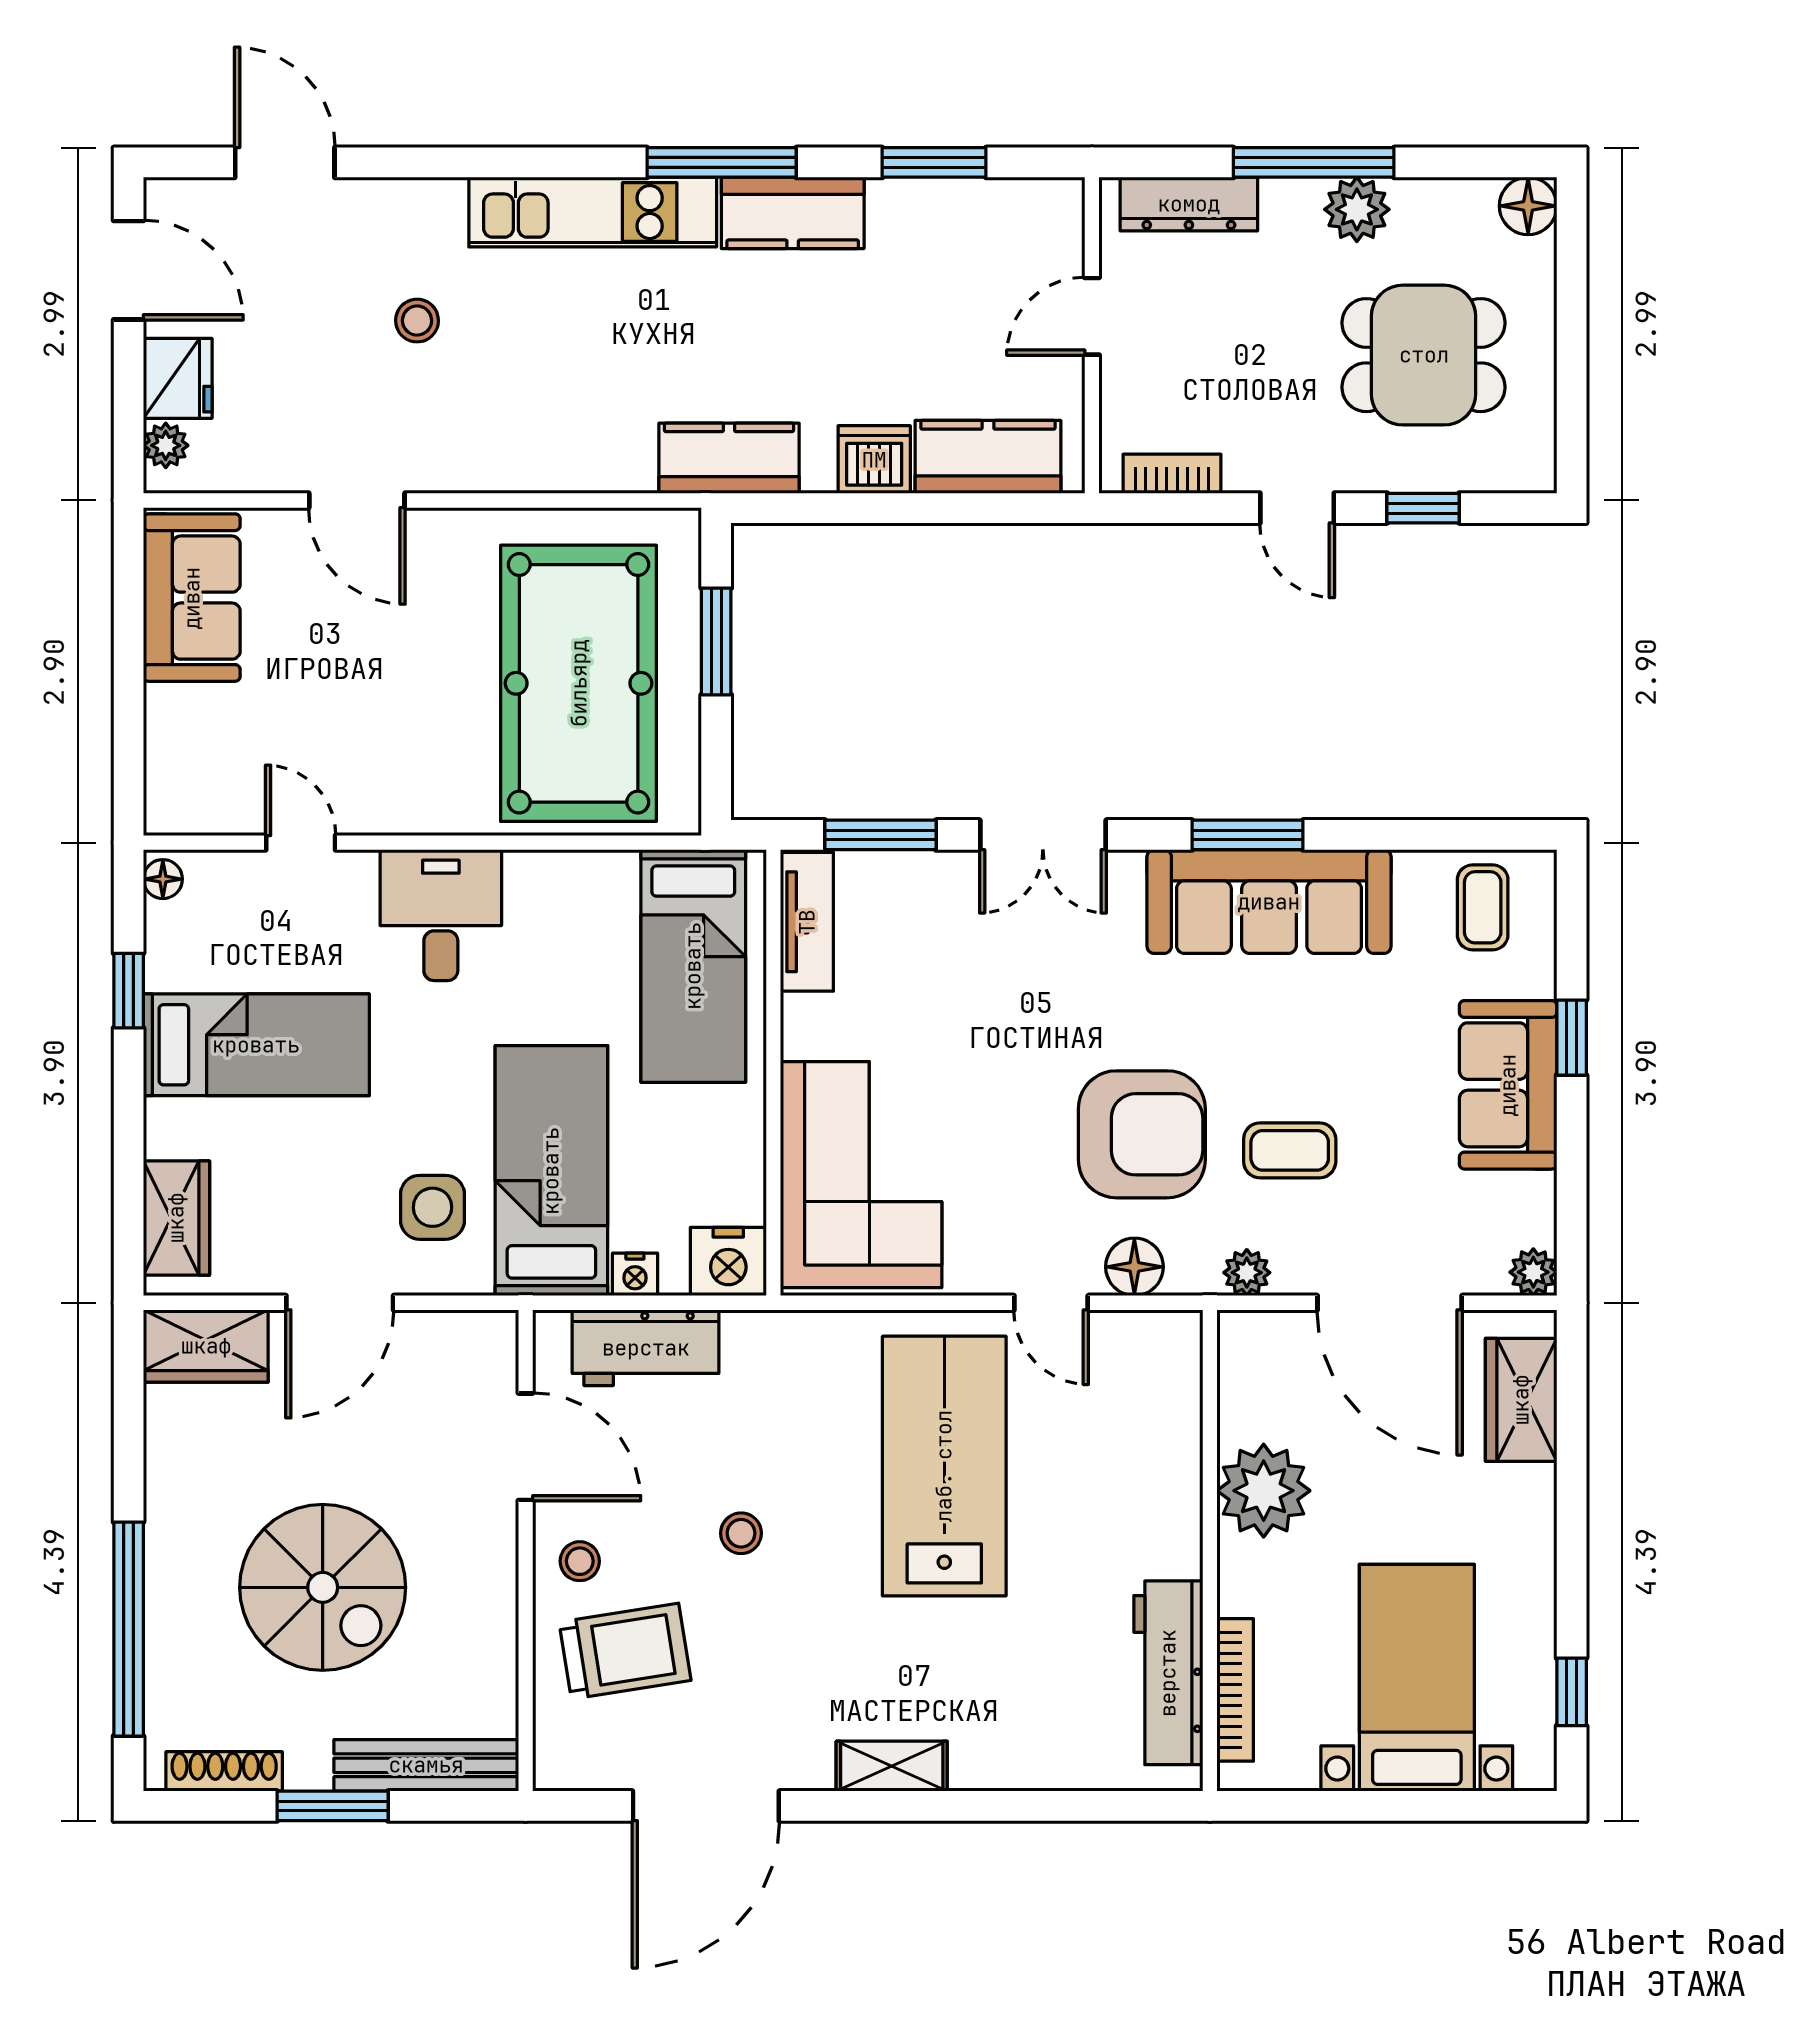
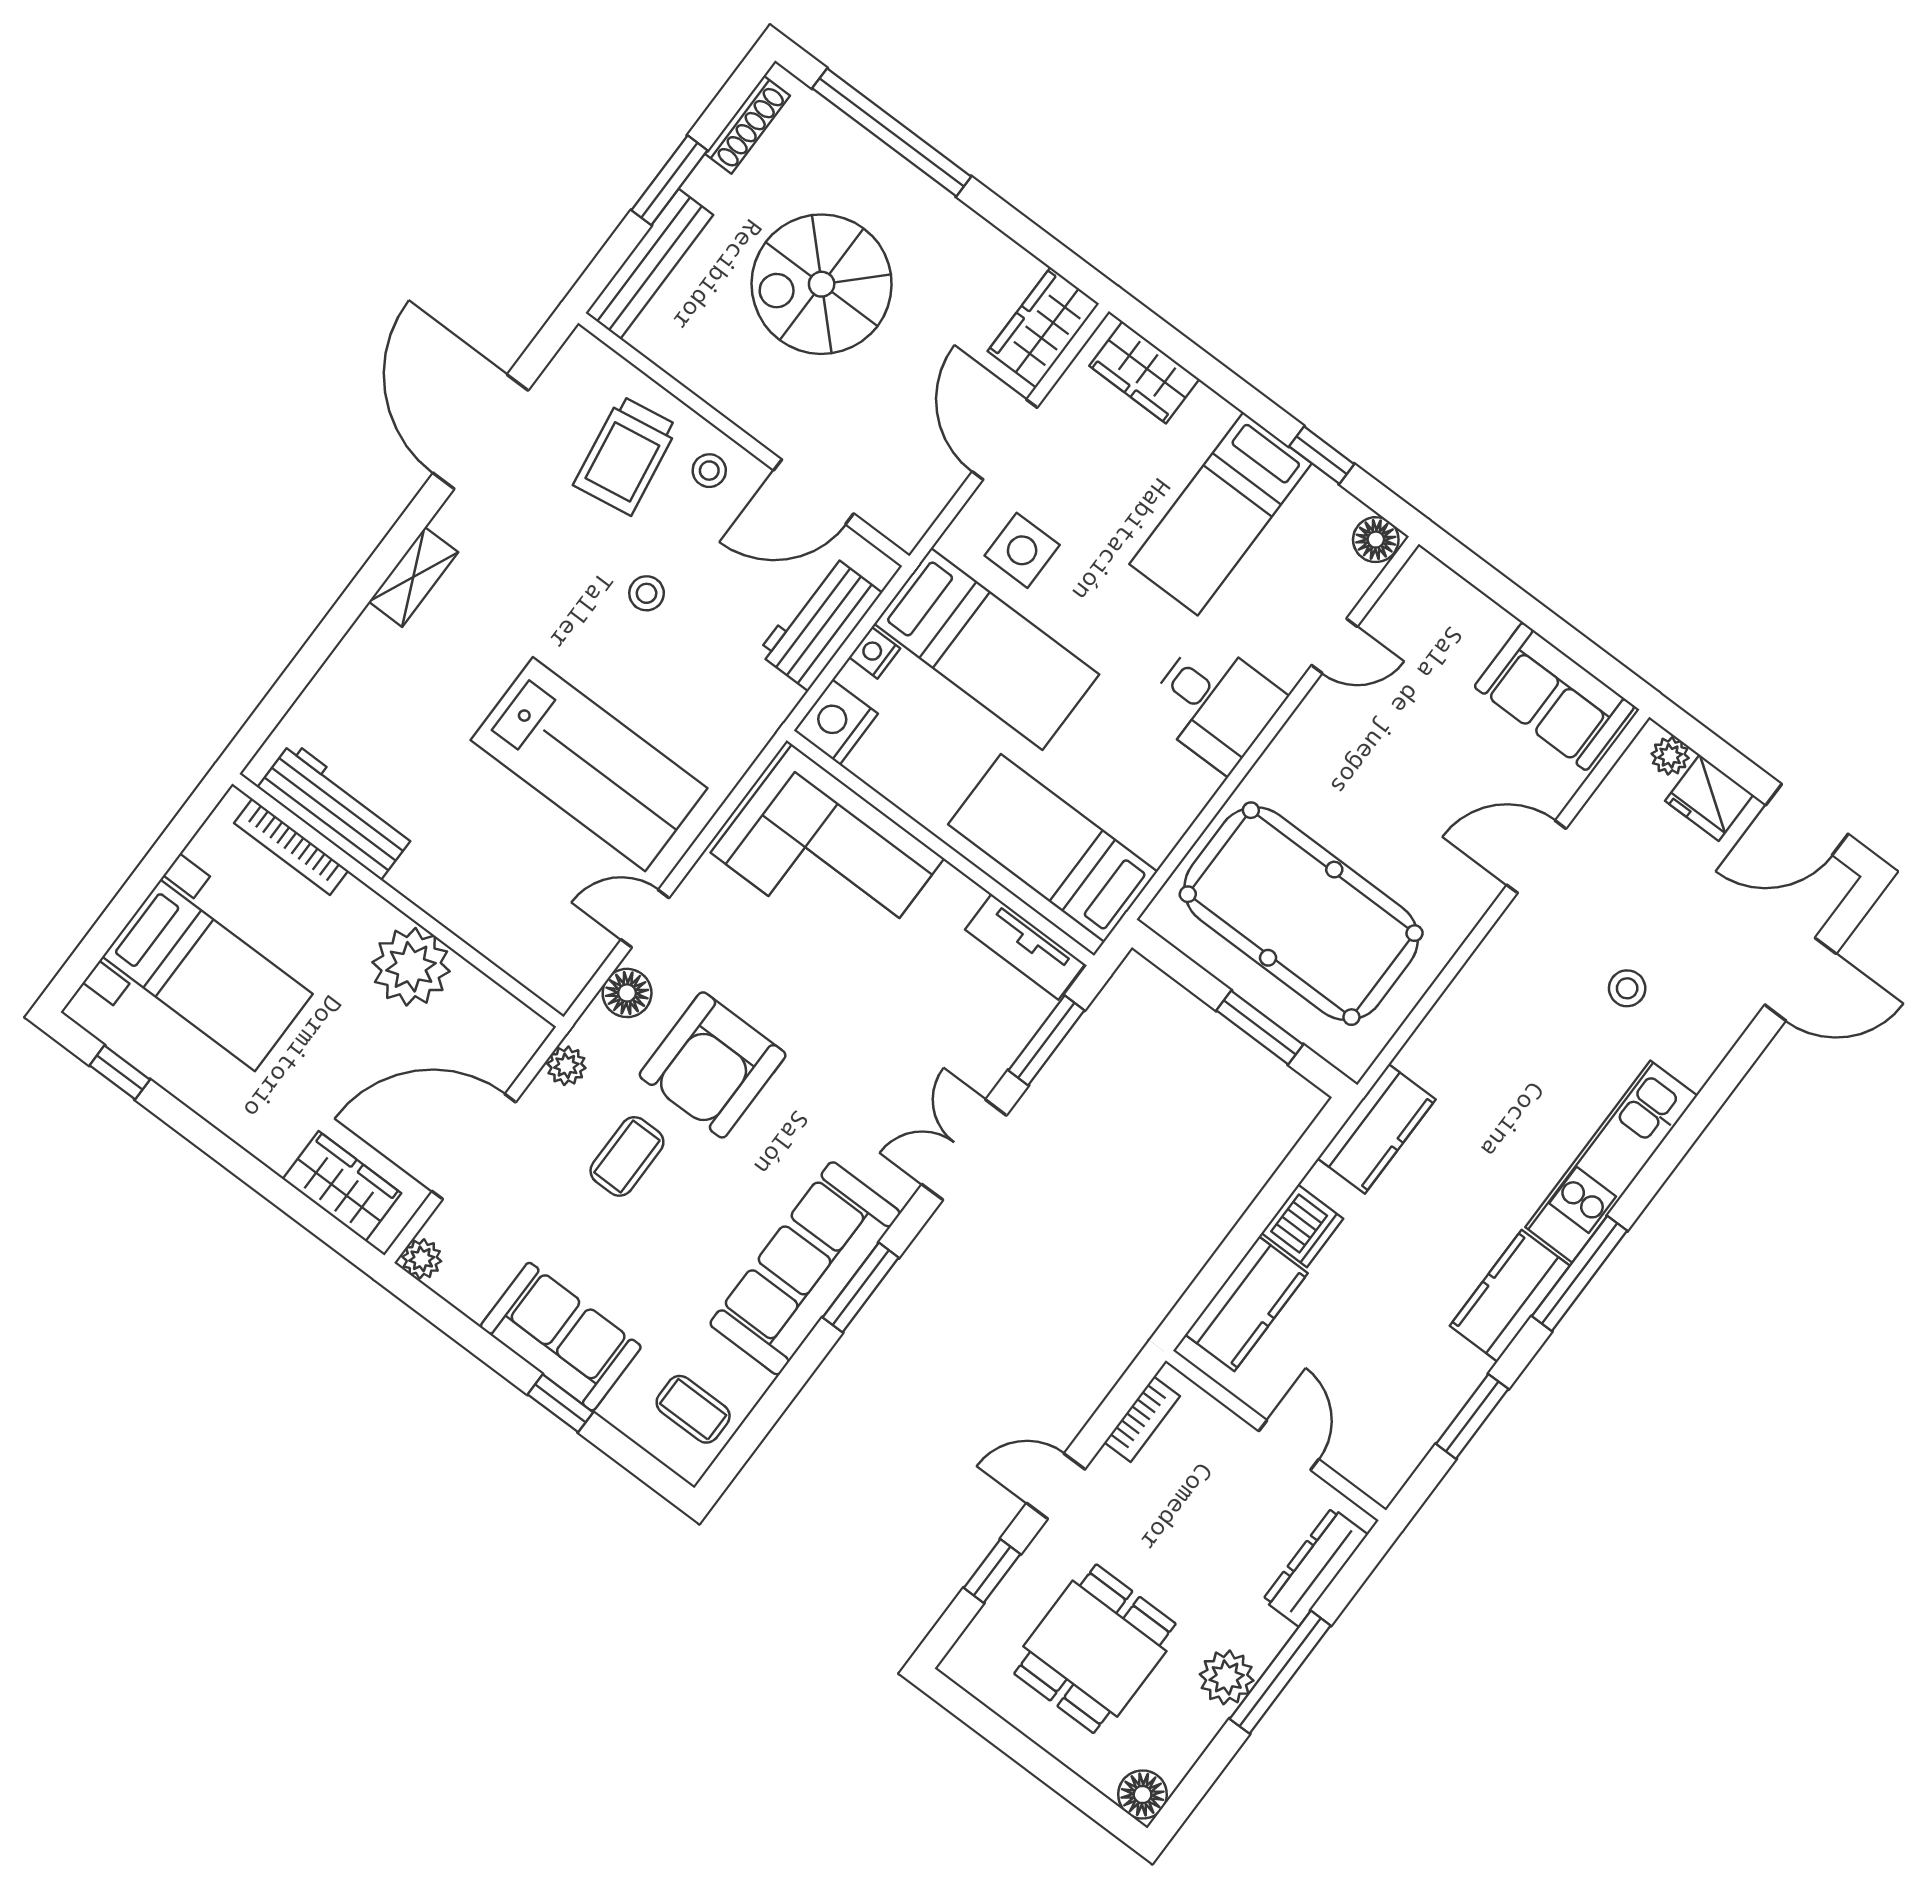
floor lamp: (163, 879) -> (1376, 540), width x1.37, depth x1.37

